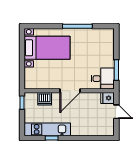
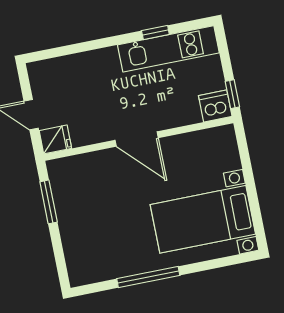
desk: (103, 79) -> (73, 178), removed
door: (70, 91) -> (137, 139), swing flipped
dishwasher: (45, 99) -> (215, 106), moved

